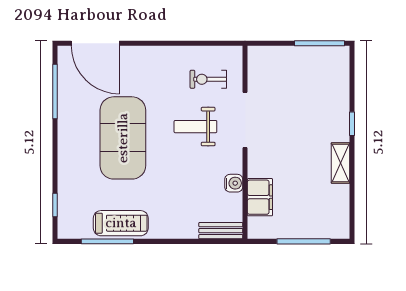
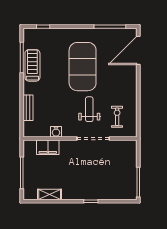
exercise mat: (123, 138) -> (83, 67), turned 90
shelving: (341, 163) -> (50, 195), moved
treadmill: (121, 223) -> (32, 65), turned 180
bench: (221, 231) -> (28, 108), moved

